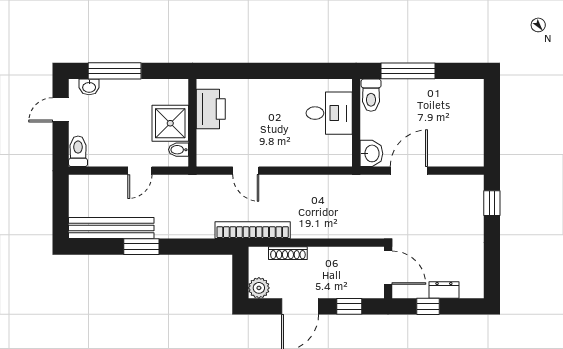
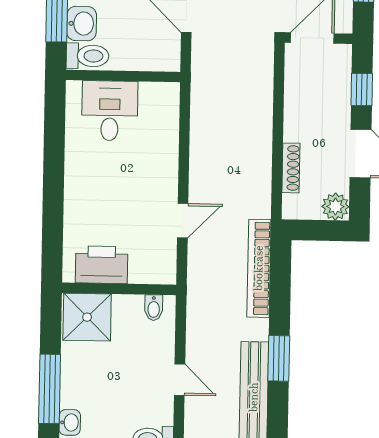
shower: (170, 123) -> (87, 317), moved
washbasin: (371, 153) -> (82, 24), moved, turned 90
door: (140, 171) -> (180, 380), moved
bookcase: (253, 230) -> (259, 268), moved

